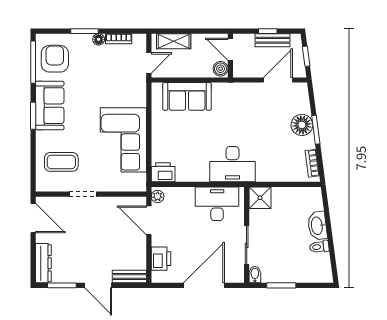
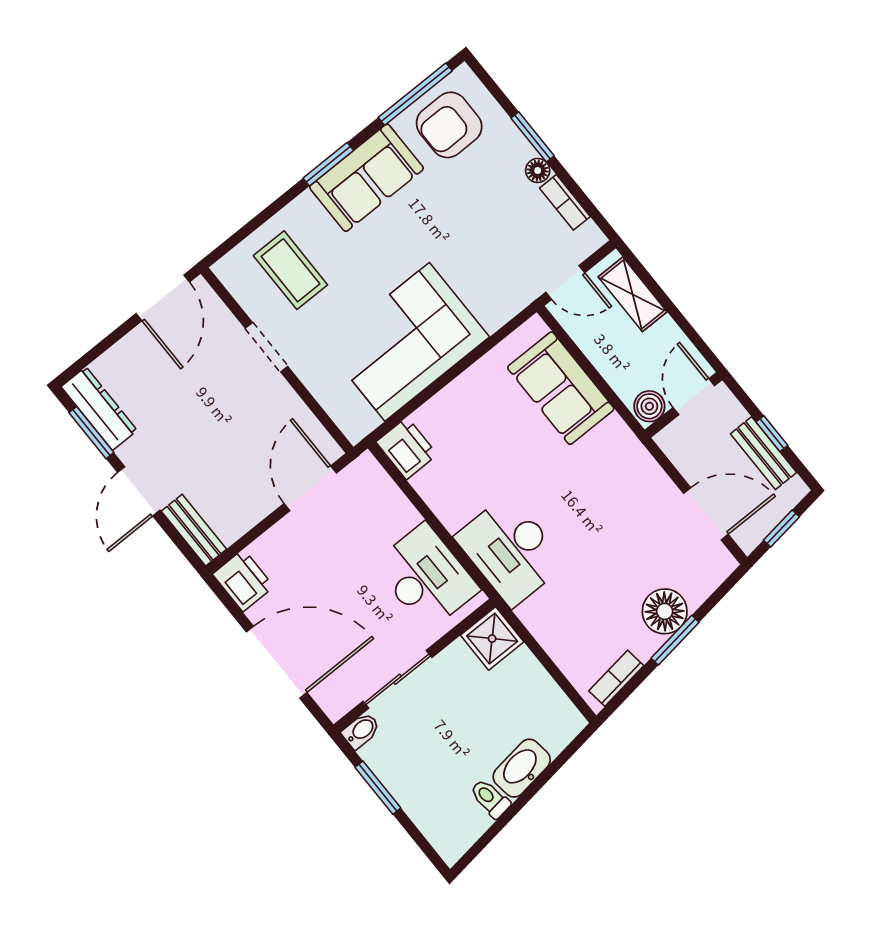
armchair: (55, 59) -> (449, 125), turned 180
plant: (158, 196) -> (360, 471), removed
printer: (161, 259) -> (243, 580), moved, turned -90
dresser: (43, 263) -> (99, 409), moved, turned -90

